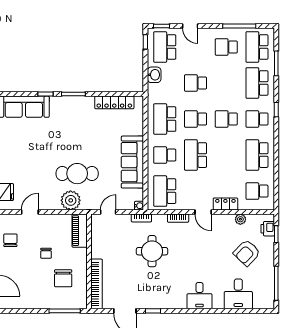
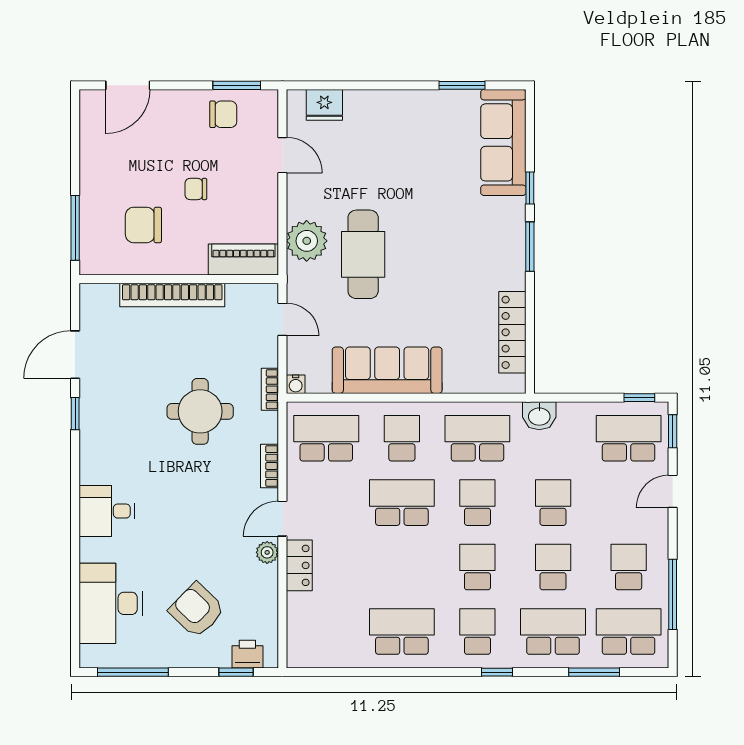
washbasin: (154, 75) -> (539, 416), moved
school desk: (257, 191) -> (553, 567), moved
plant: (240, 219) -> (267, 552), moved
bookcase: (97, 284) -> (172, 295), moved
desk: (238, 294) -> (111, 603), width x1.37

